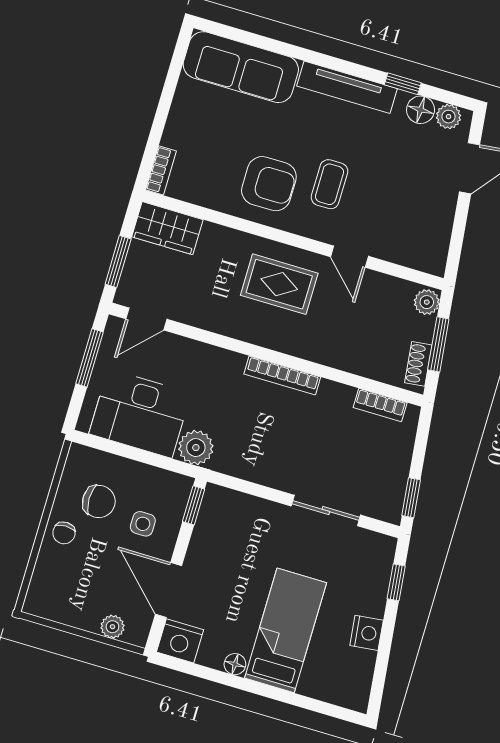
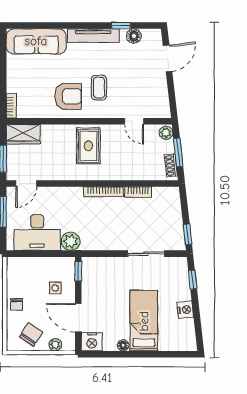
plant: (448, 117) -> (149, 35), removed
door: (349, 257) -> (134, 121), moved
rug: (279, 284) -> (88, 146), turned 90
bookcase: (380, 405) -> (138, 192), moved
chair: (99, 501) -> (31, 334), moved, turned -57

